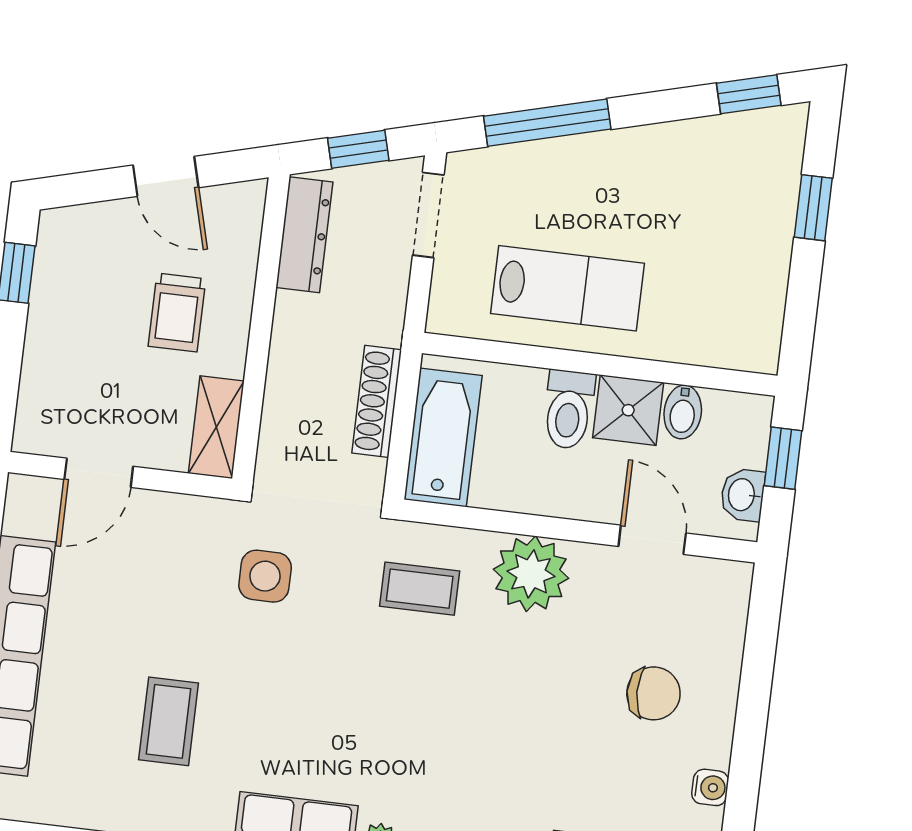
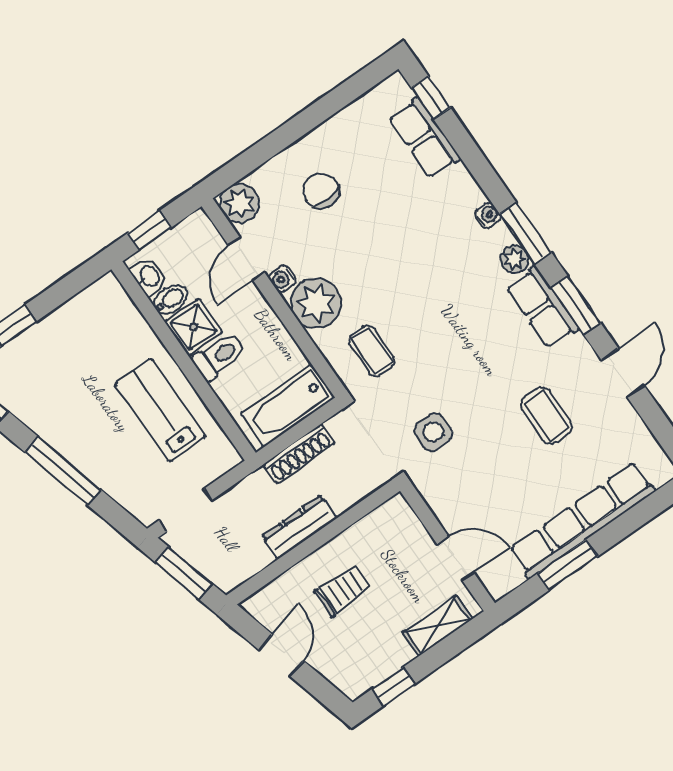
window: (547, 123) -> (63, 471), moved
window: (358, 149) -> (184, 573), width x1.50
dresser: (304, 235) -> (299, 527), moved
shelving: (216, 427) -> (438, 626), moved
washbasin: (743, 495) -> (149, 276), moved, turned -90
plant: (722, 588) -> (240, 203), added
coffee table: (169, 721) -> (547, 416), turned 90
water cooler: (710, 787) -> (282, 279), moved, turned -90

